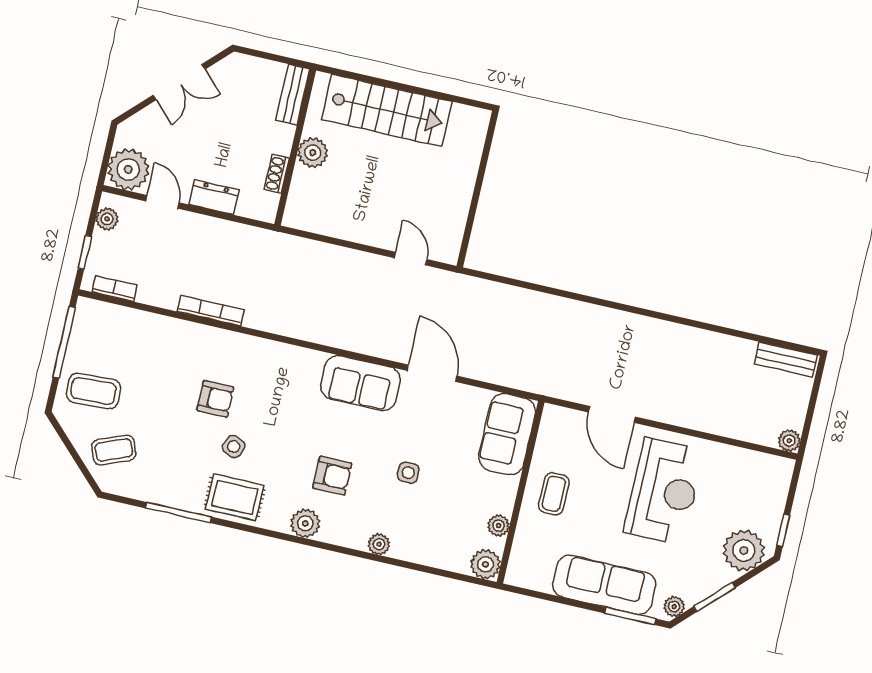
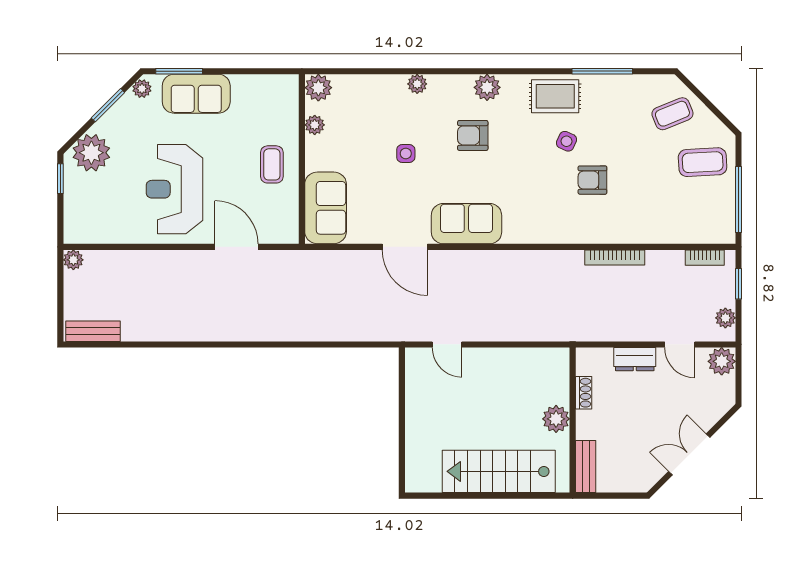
plant: (128, 169) -> (722, 361), width x0.73, depth x0.73
sofa: (604, 585) -> (196, 94), width x0.73

